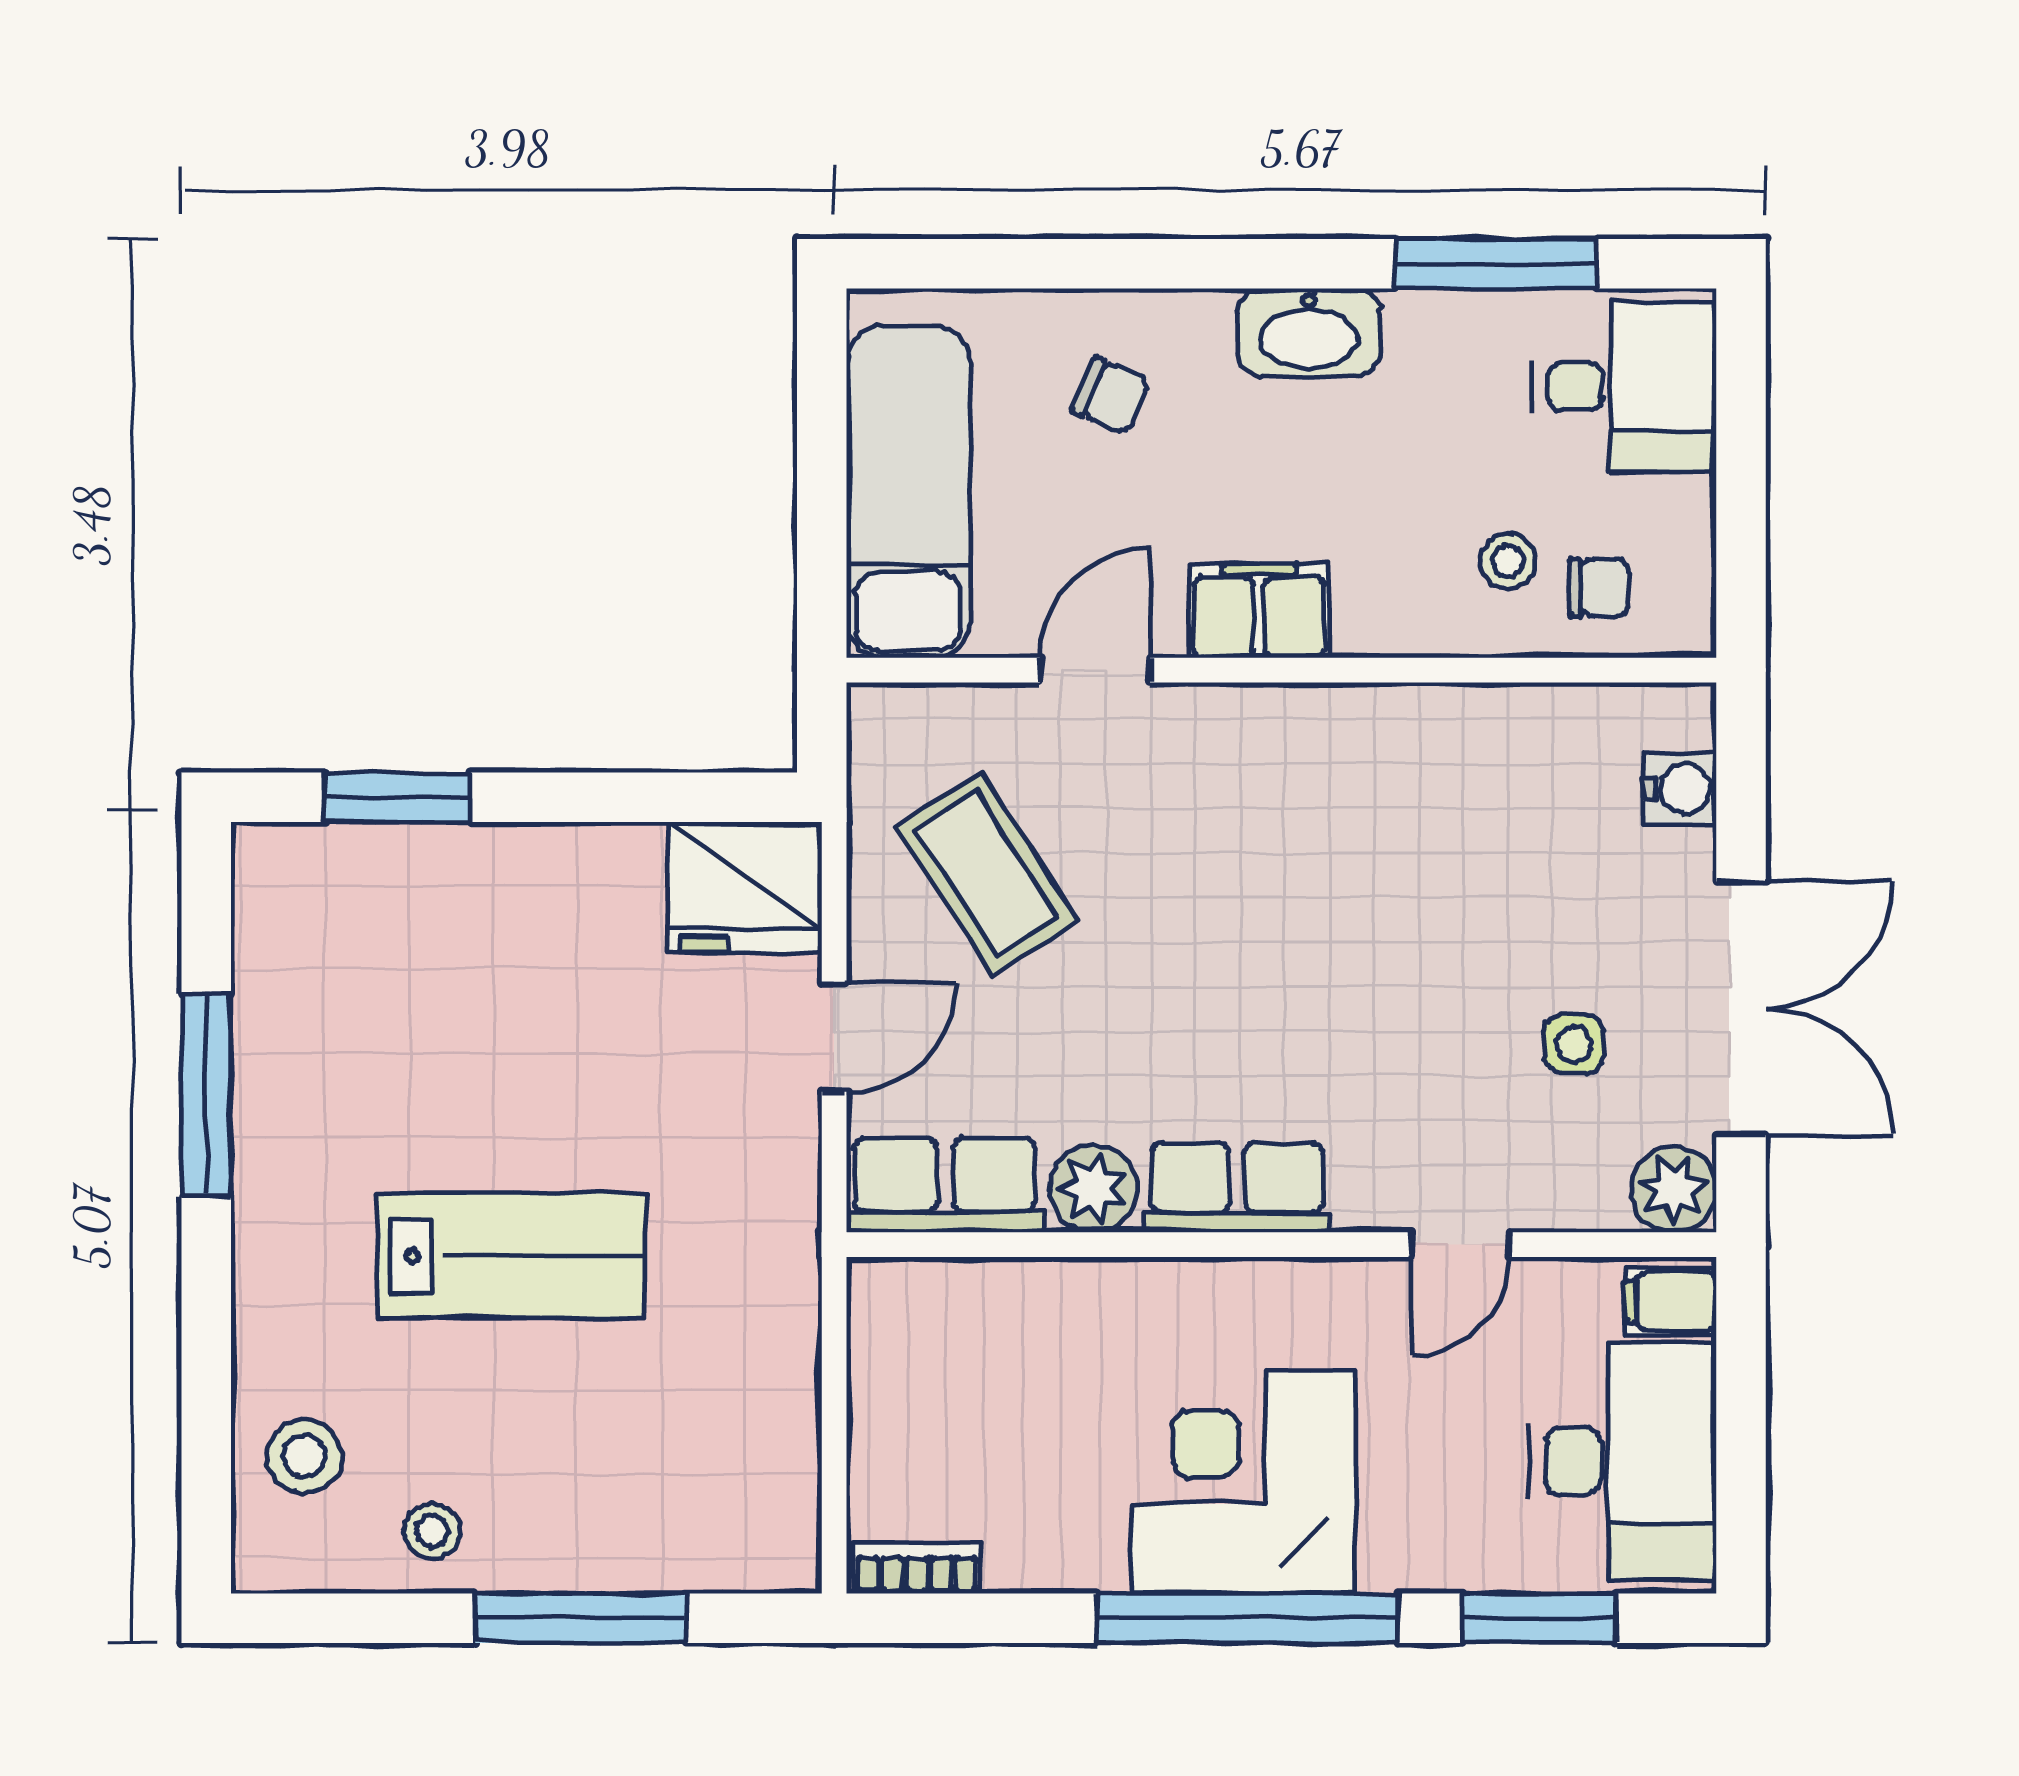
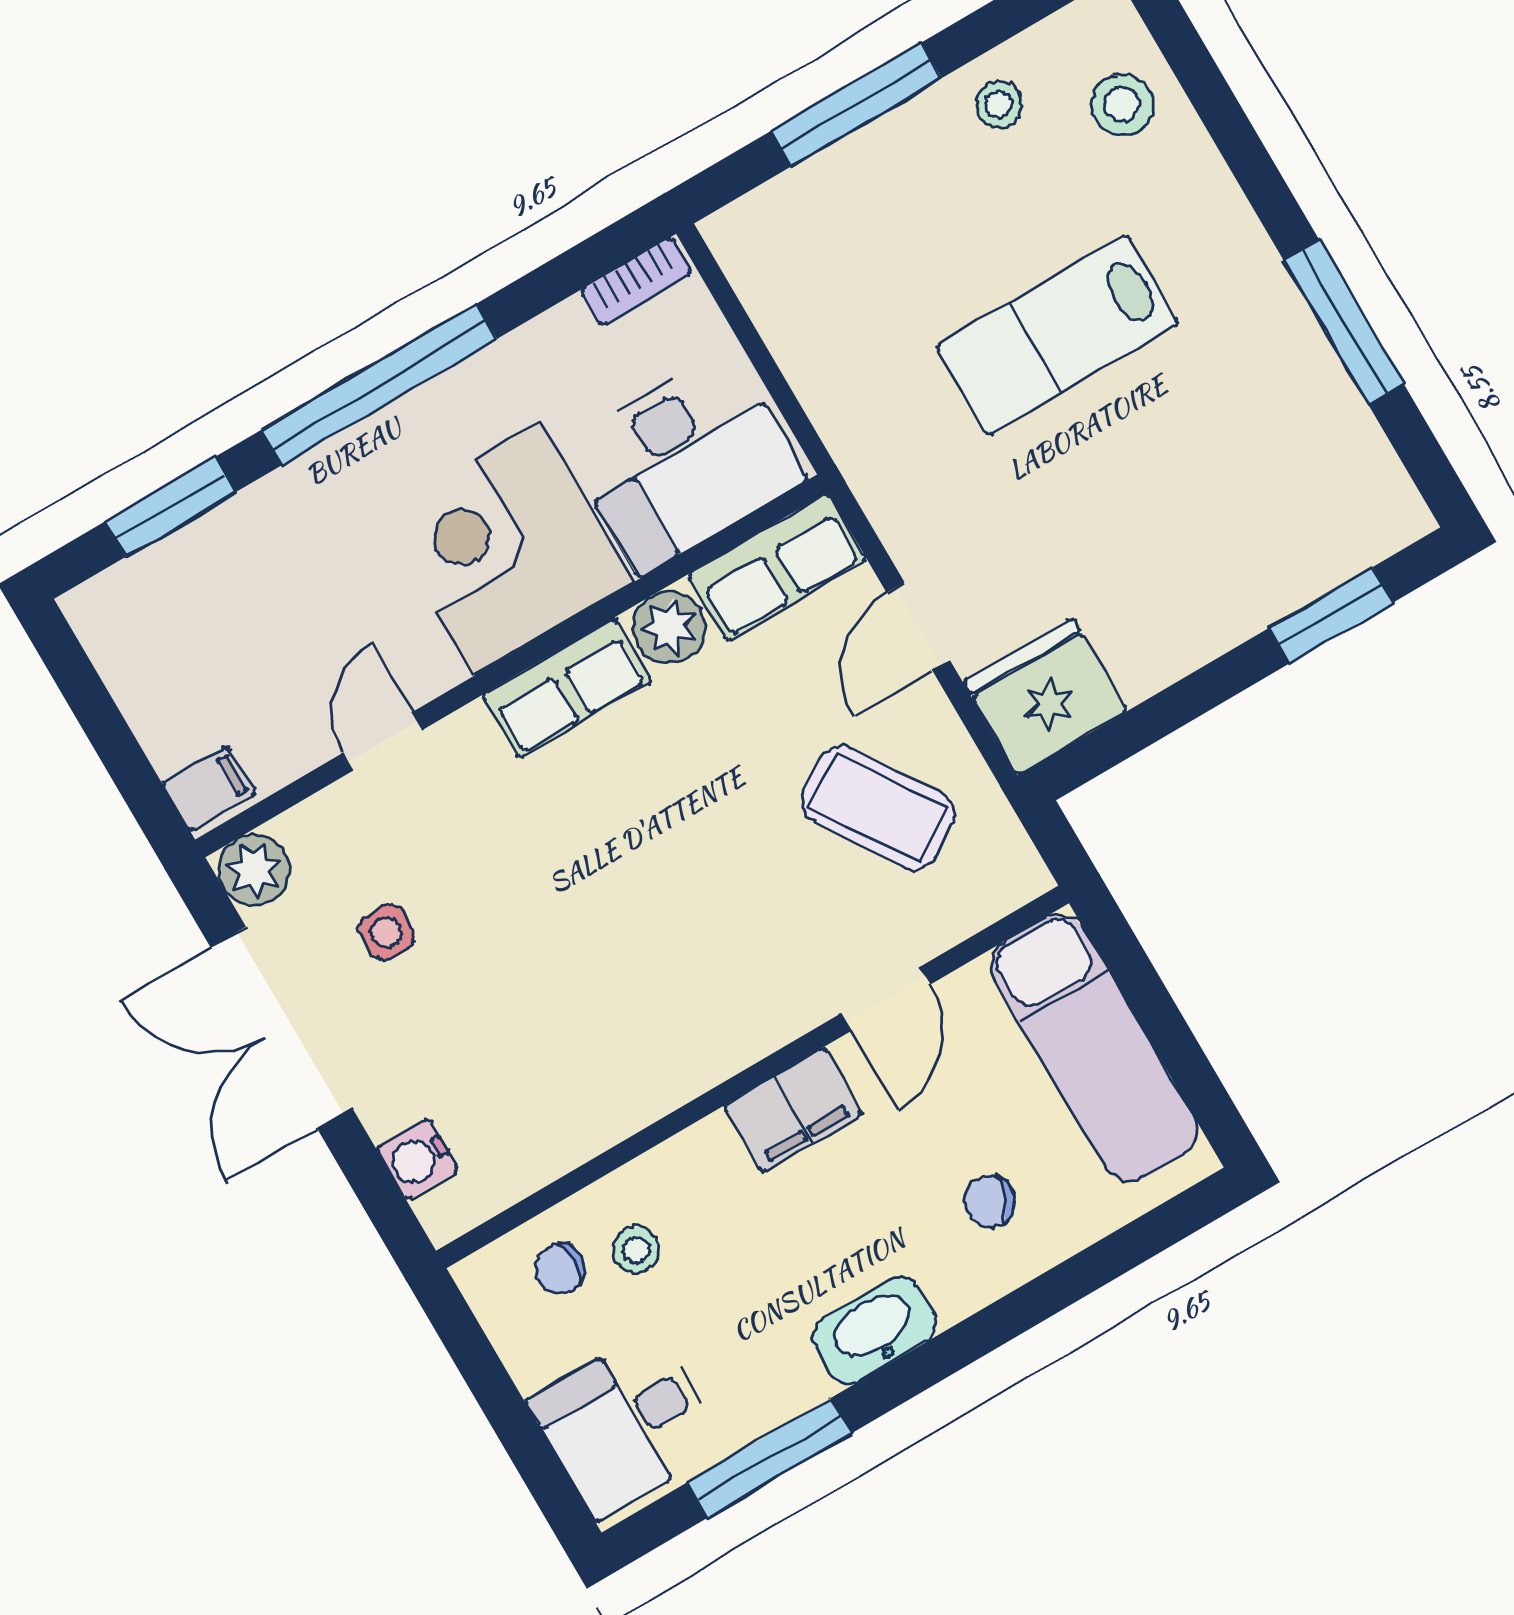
desk: (1623, 1461) -> (685, 462), moved, turned -90
corner desk: (1243, 1482) -> (508, 549), moved, turned 180

